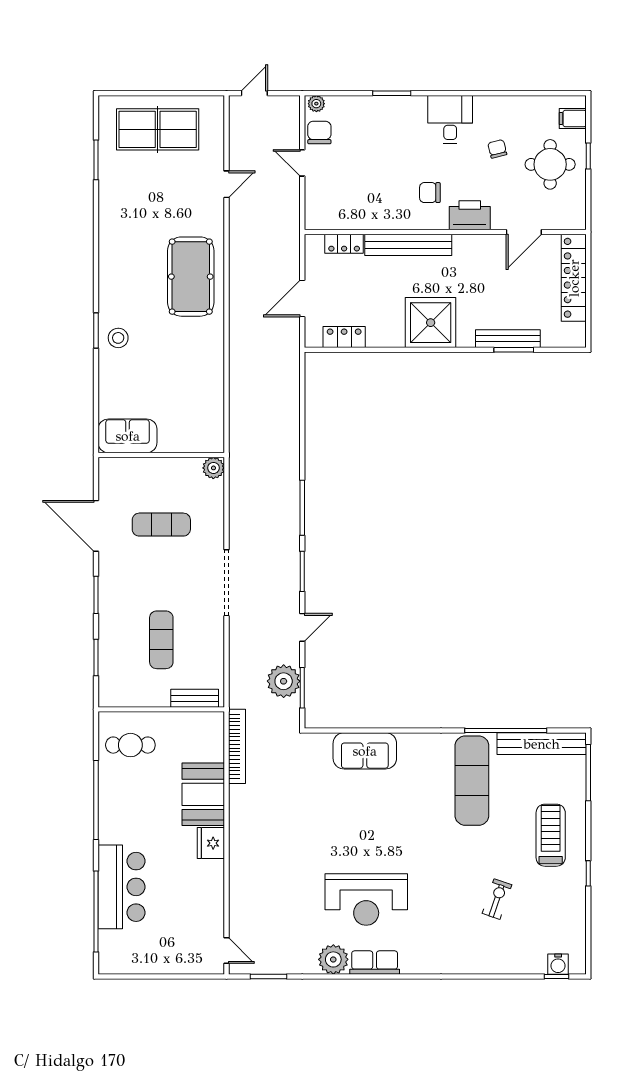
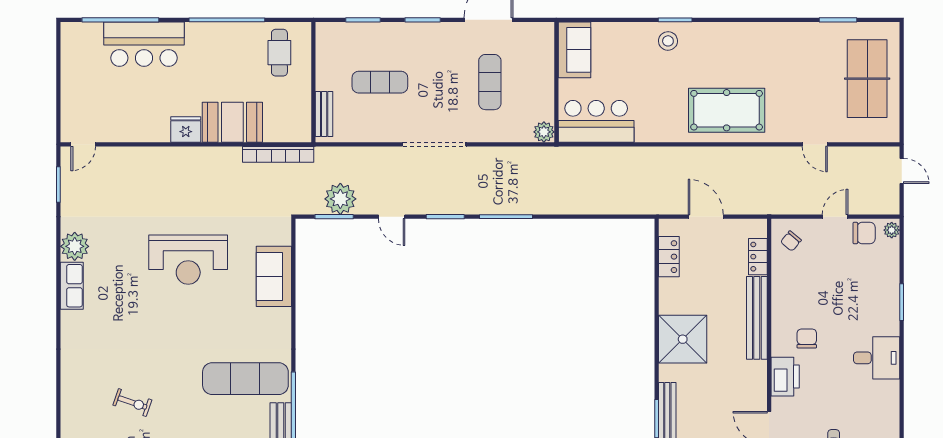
chair: (497, 149) -> (791, 241), moved, turned 144
bar counter: (202, 413) -> (596, 121), added
reception desk: (366, 900) -> (188, 260), moved, turned -90

